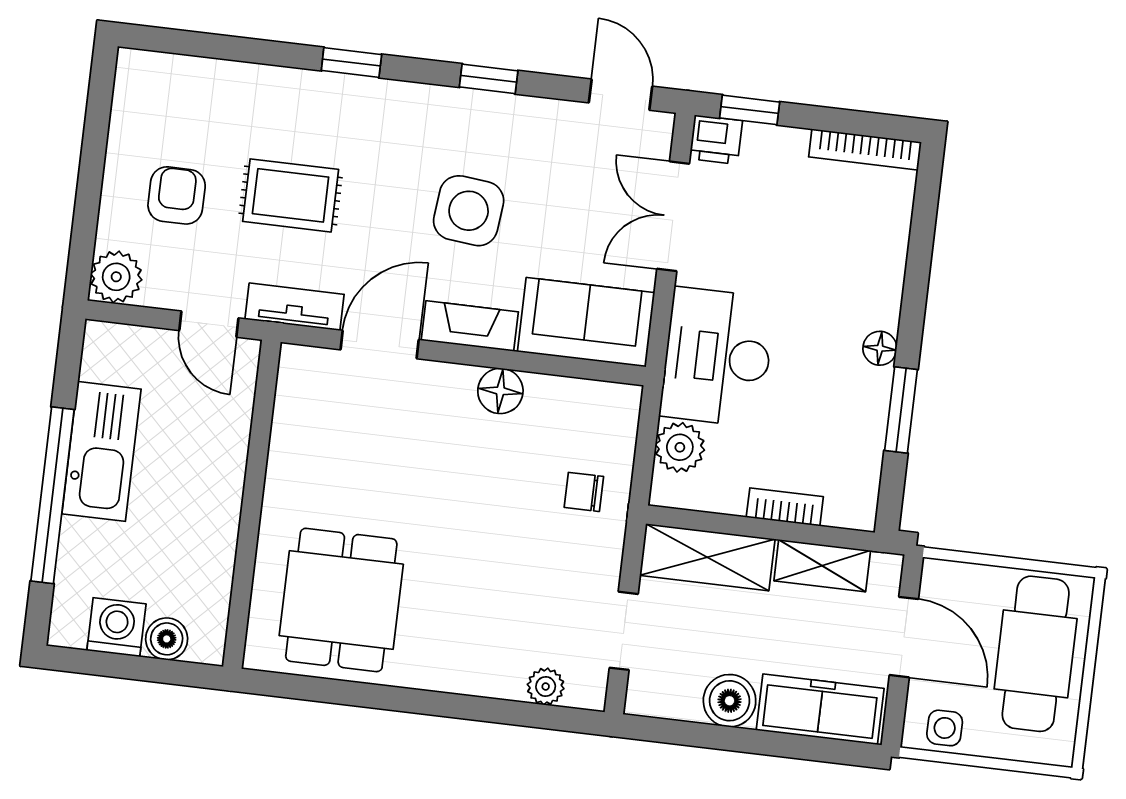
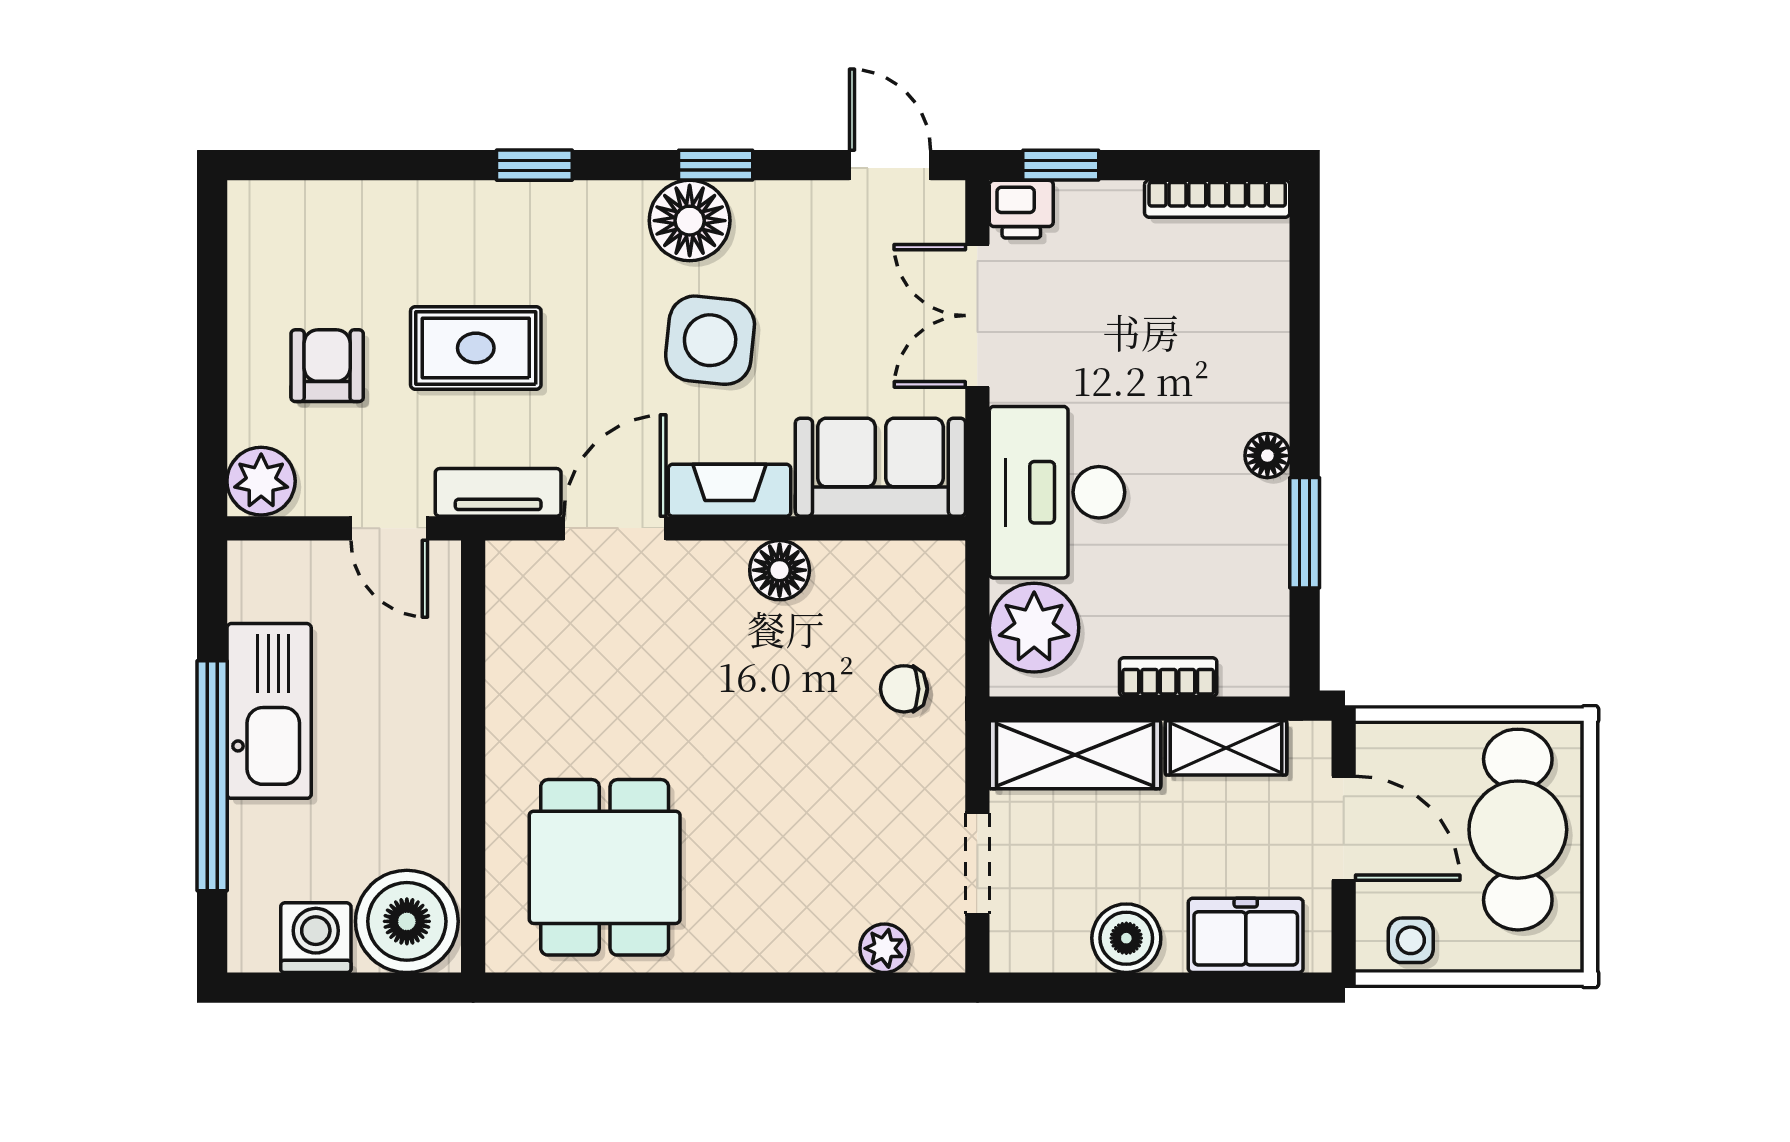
floor lamp: (464, 118) -> (690, 221), added
plant: (680, 447) -> (1034, 628), width x1.36, depth x1.36
boiler: (167, 639) -> (407, 921), width x1.86, depth x1.86
freezer: (820, 709) -> (1246, 935), width x0.71

